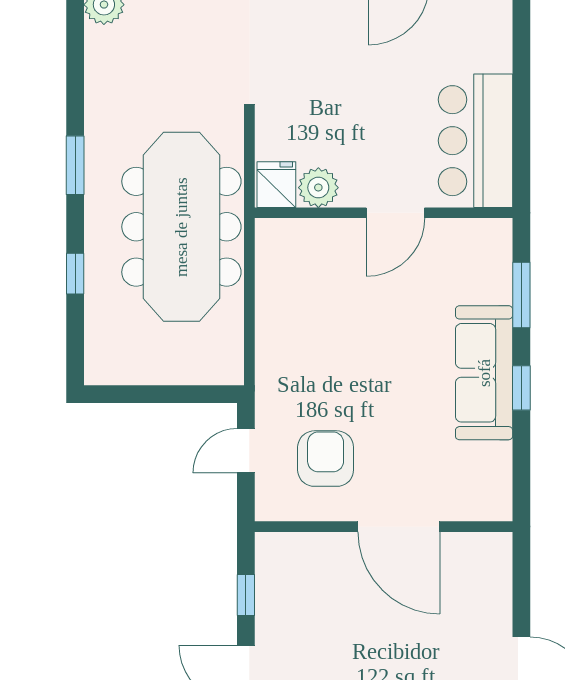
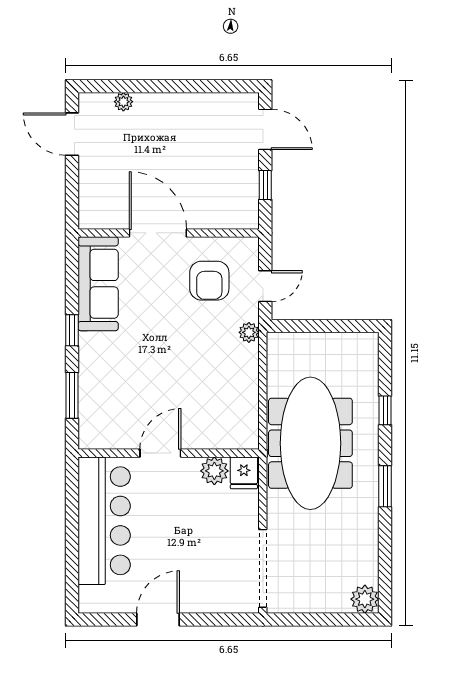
bar counter: (475, 141) -> (104, 521), width x1.36
sofa: (484, 373) -> (98, 284), moved
plant: (269, 385) -> (249, 332), added

